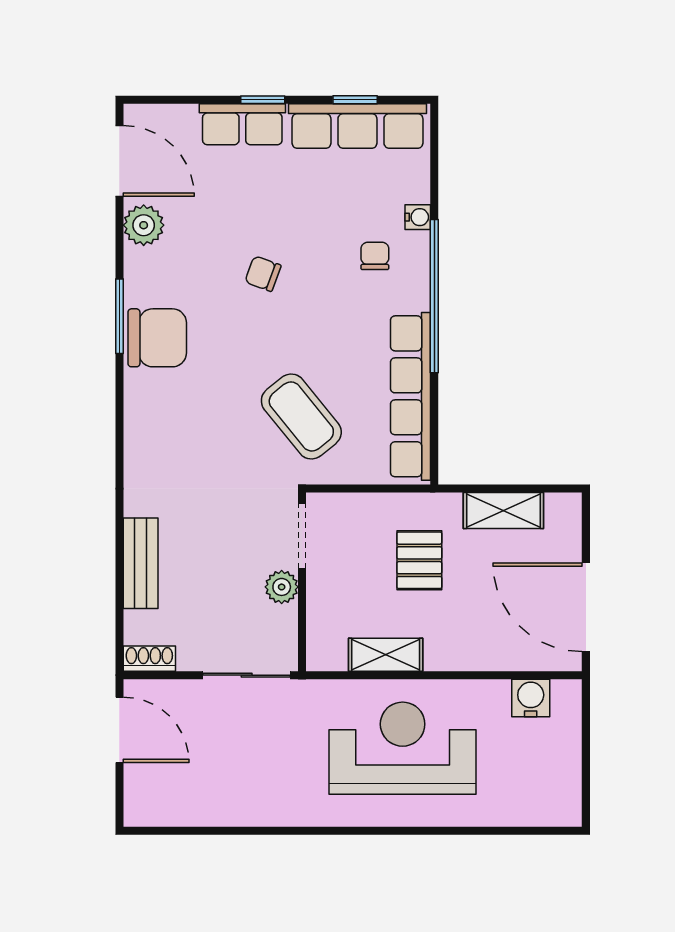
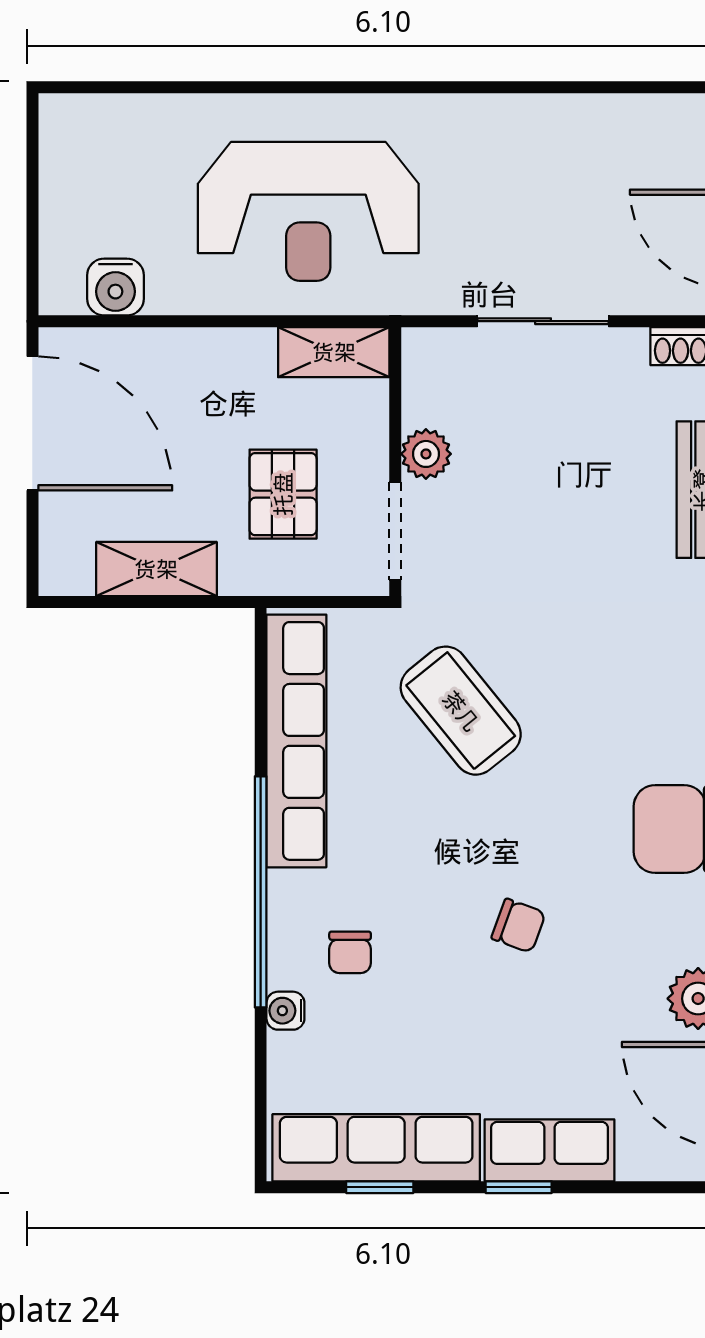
doorway: (302, 536) -> (395, 531), moved
wall: (302, 582) -> (395, 462), moved
plant: (282, 587) -> (426, 454), moved

